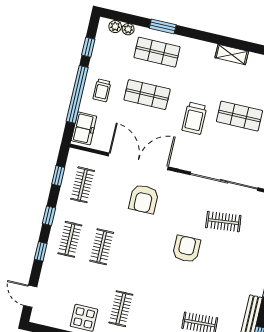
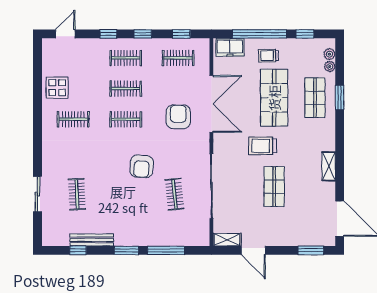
shop shelf: (147, 95) -> (274, 98), width x1.43, depth x1.36
armchair: (144, 199) -> (178, 117), turned 90
armchair: (186, 249) -> (142, 166), turned 95
clothes rail: (134, 254) -> (126, 119), added

